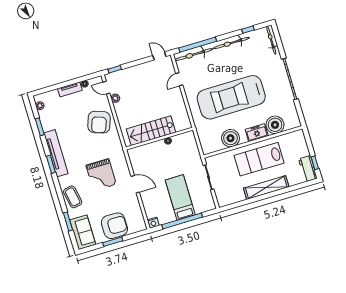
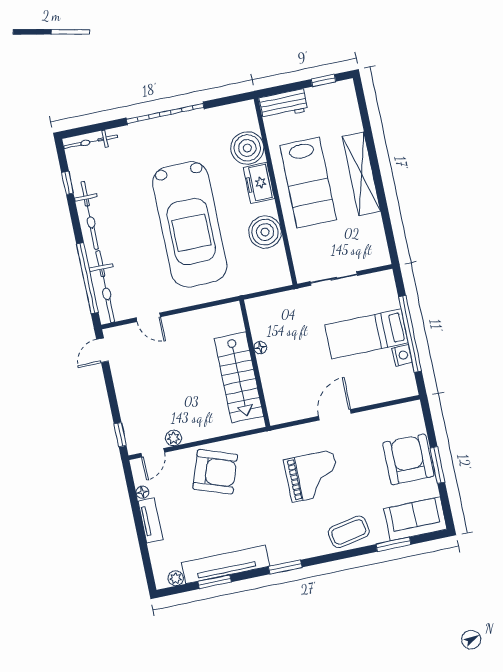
tv unit: (56, 153) -> (226, 564), moved
workbench: (308, 169) -> (283, 104), moved
nightstand: (153, 223) -> (402, 355), moved

